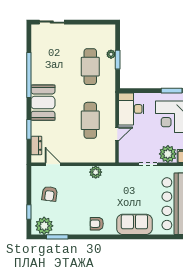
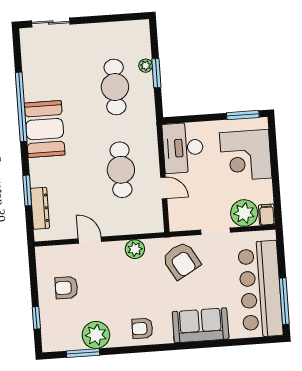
booth: (43, 103) -> (45, 129), moved
door: (117, 134) -> (164, 188), hinge flipped
dresser: (36, 145) -> (40, 208), width x1.44
door: (53, 164) -> (90, 240), moved
armchair: (125, 182) -> (181, 261), added
armchair: (50, 194) -> (66, 288), turned 82
plant: (44, 226) -> (96, 335), moved

